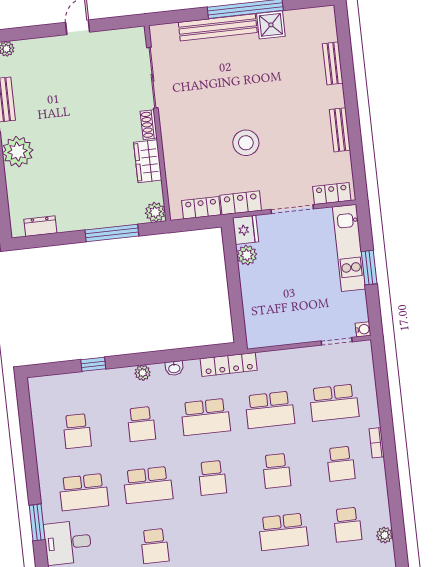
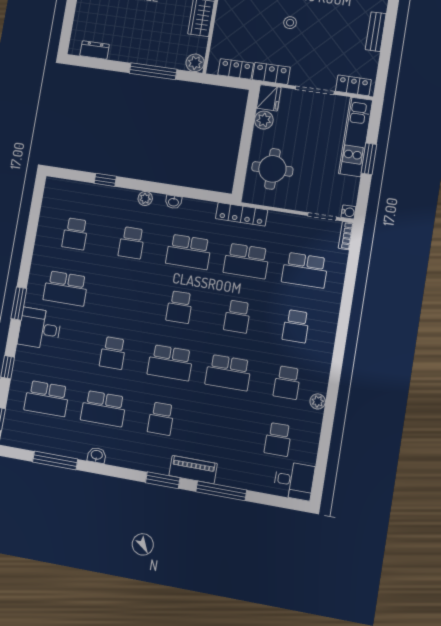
stool: (246, 143) -> (290, 23), width x0.53, depth x0.53
round table: (270, 305) -> (272, 169), added
locker: (229, 364) -> (242, 214), moved
bookcase: (377, 443) -> (346, 236), moved
school desk: (148, 485) -> (170, 363), moved

